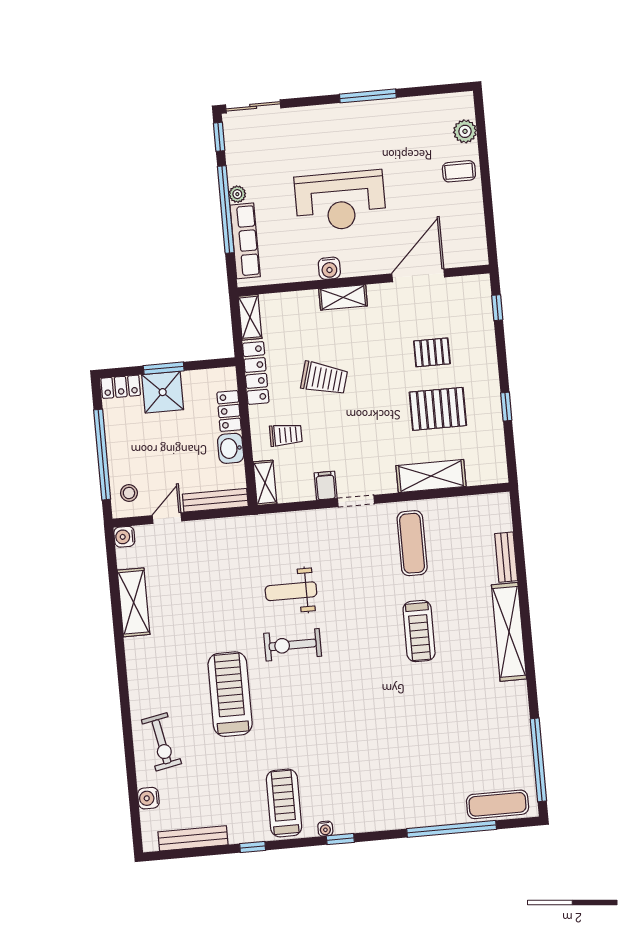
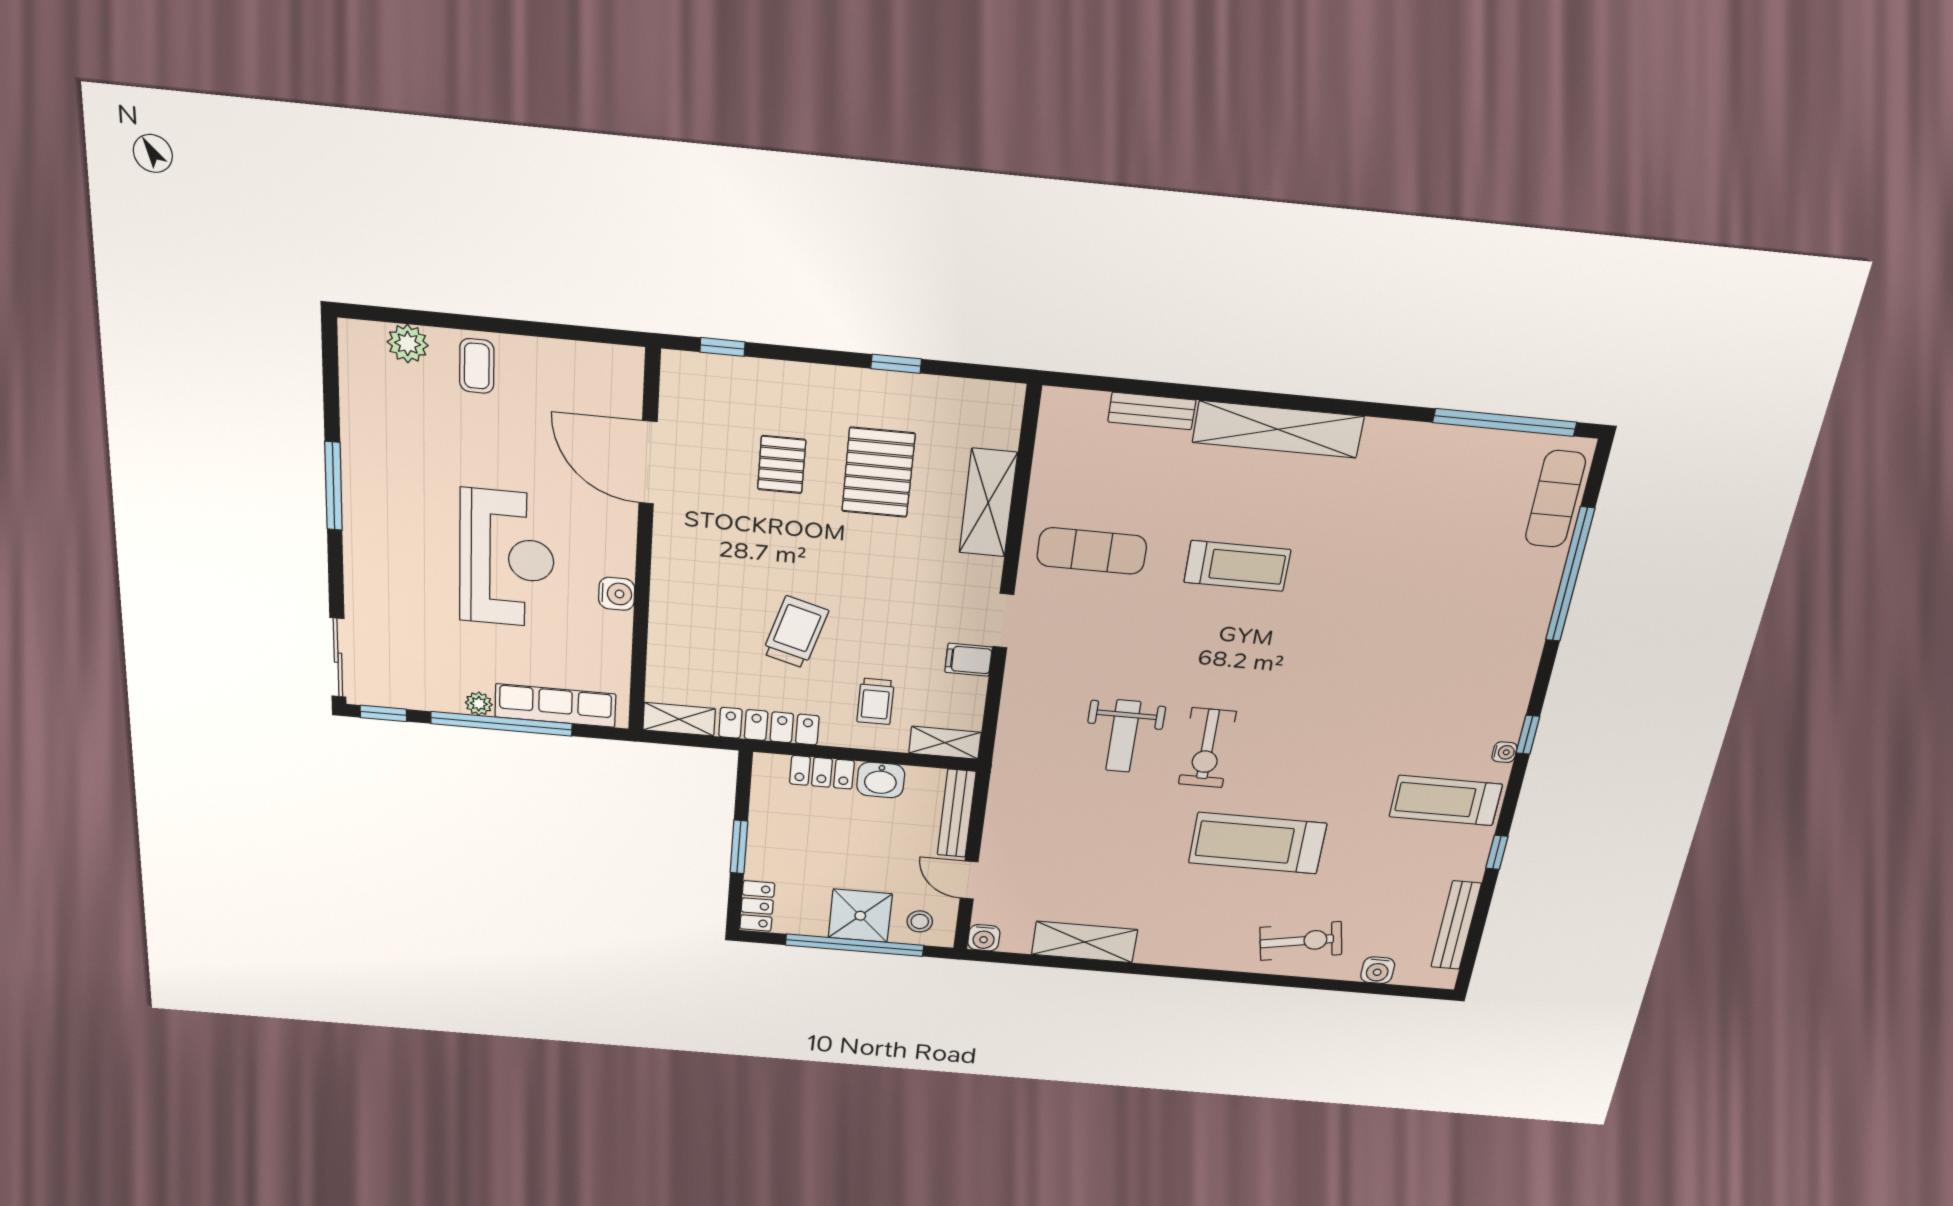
shelving: (343, 297) -> (668, 582), removed
shower: (163, 392) -> (860, 916), moved
trolley: (286, 435) -> (875, 701), turned 180

